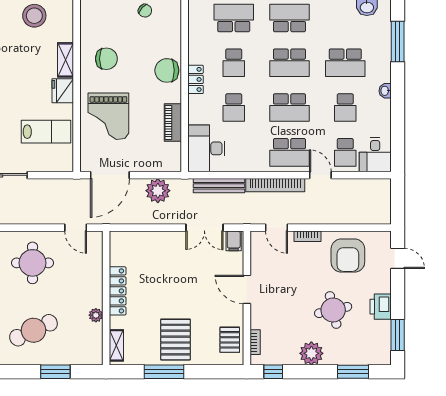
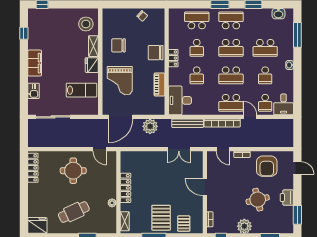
stool: (34, 16) -> (86, 24), moved
chair: (106, 59) -> (119, 45), turned 180
filing cabinet: (234, 241) -> (197, 157), removed
pallet: (230, 340) -> (184, 224), moved

